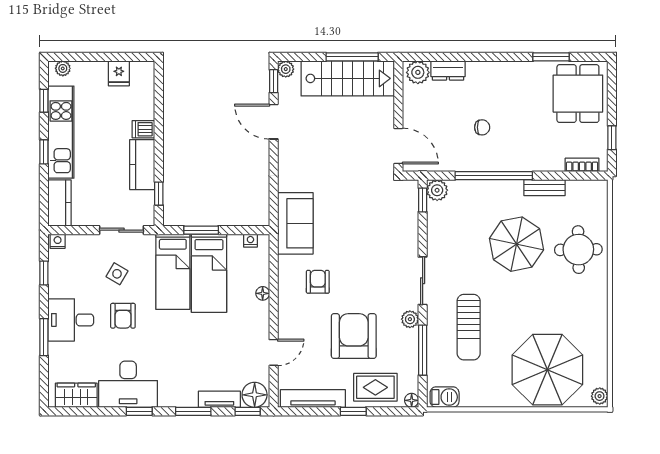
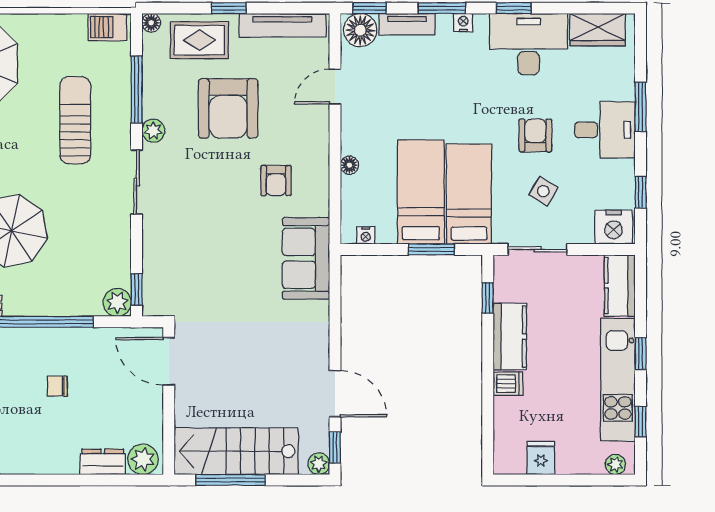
nightstand: (58, 241) -> (613, 227), width x1.89, depth x1.79
nightstand: (177, 400) -> (463, 23), added

